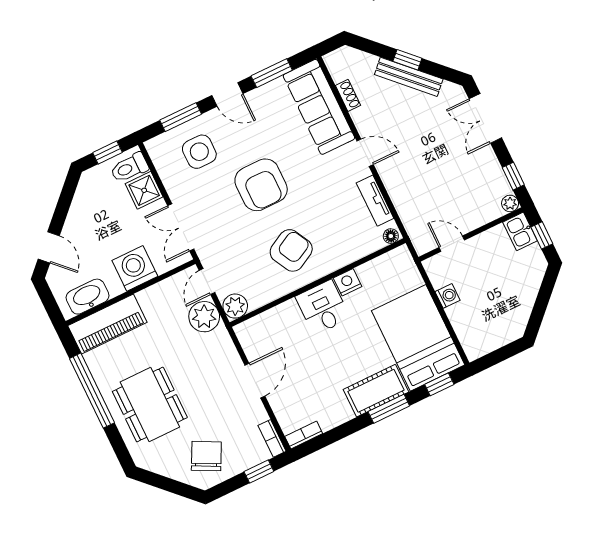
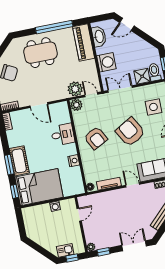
door: (365, 153) -> (133, 185), swing flipped
armchair: (261, 185) -> (130, 132), turned 60
kitchen sink: (520, 231) -> (65, 250), moved
desk: (323, 307) -> (63, 135), moved

